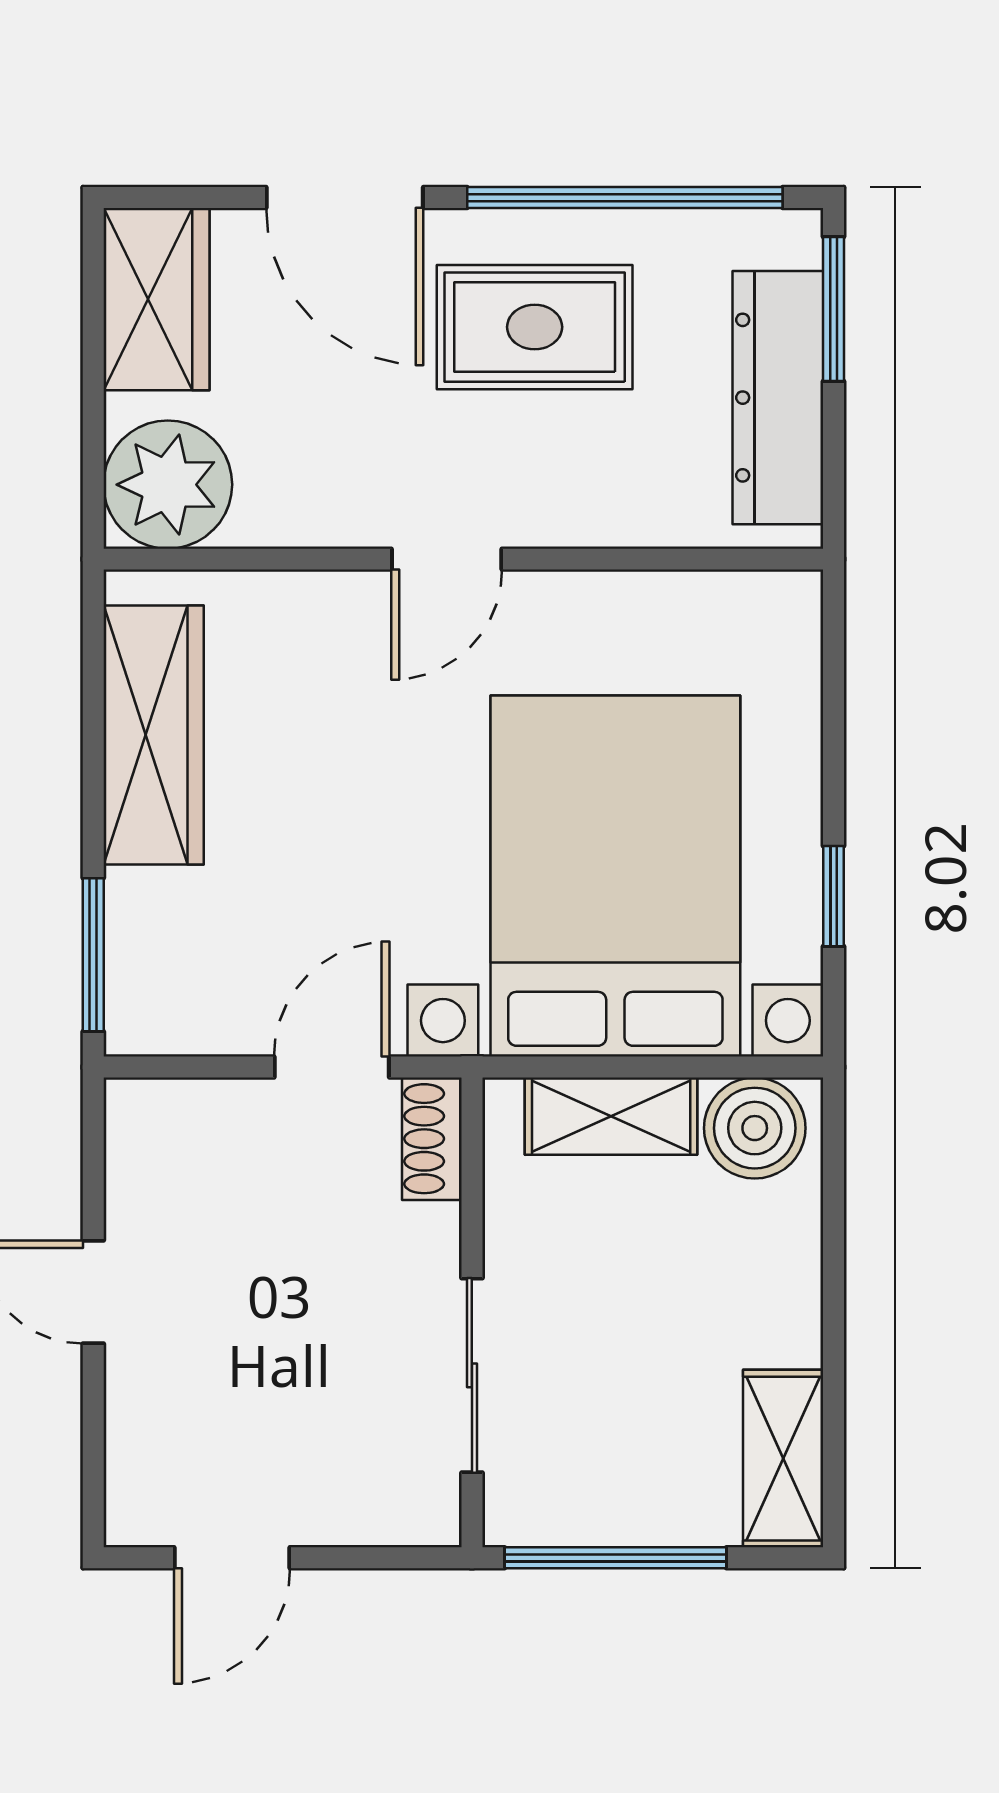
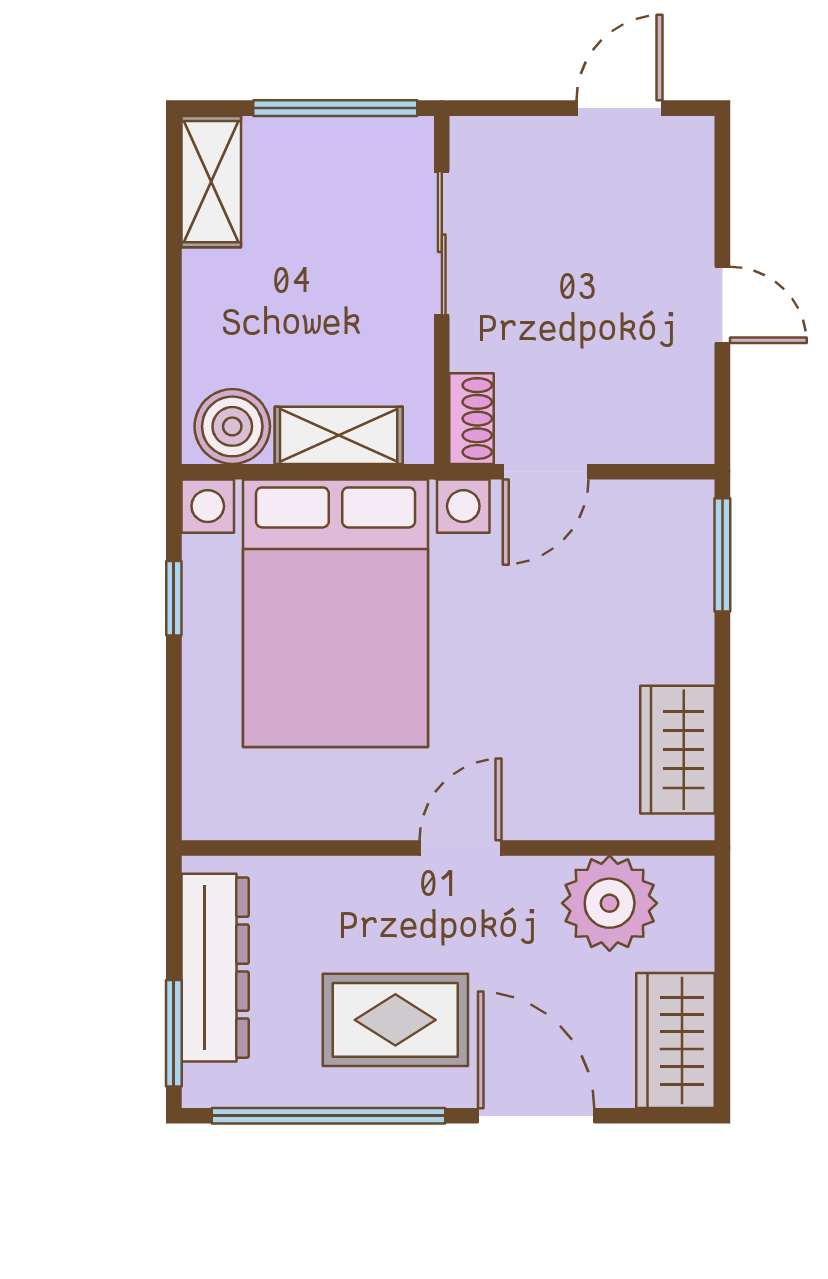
plant: (168, 485) -> (610, 903), moved
wardrobe: (154, 735) -> (678, 750), width x0.67

